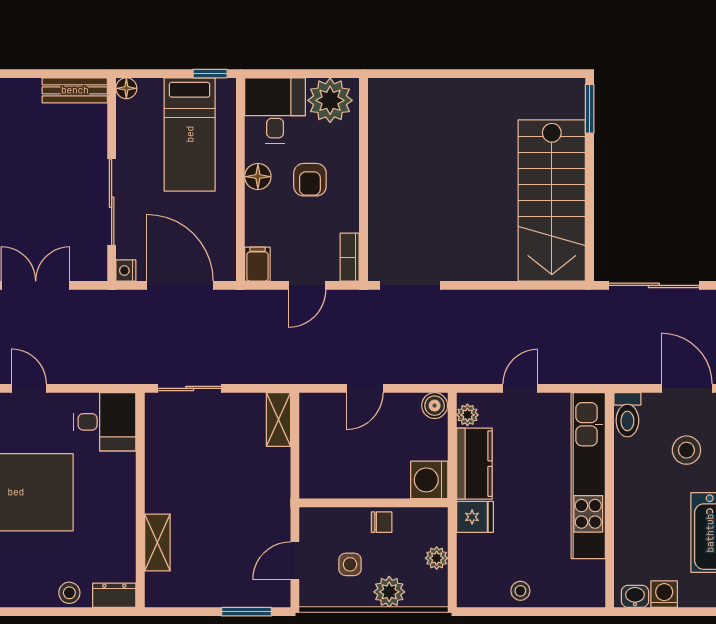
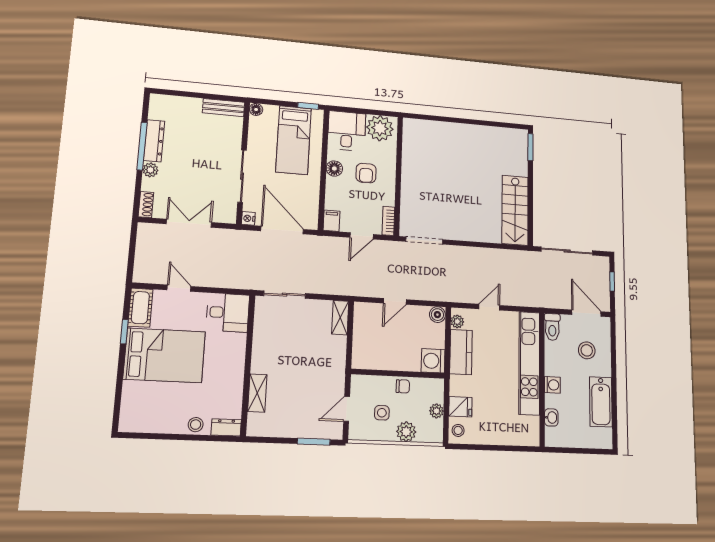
stairs: (552, 201) -> (515, 210), width x0.73, depth x0.66
fridge: (475, 517) -> (460, 407), moved
stool: (520, 591) -> (458, 430), moved
washing machine: (664, 594) -> (552, 385), moved, turned 90
washbasin: (635, 596) -> (551, 417), moved, turned 90

